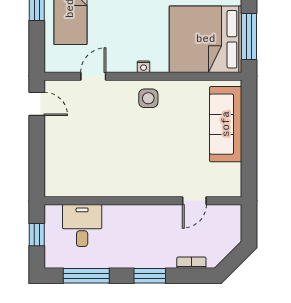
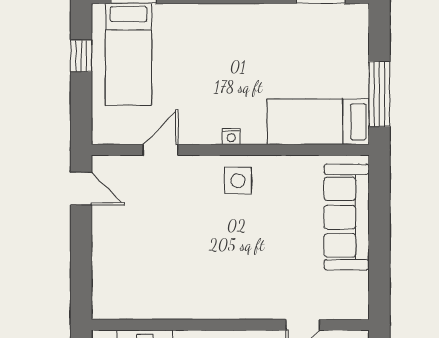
bed: (206, 39) -> (318, 122), width x0.49

